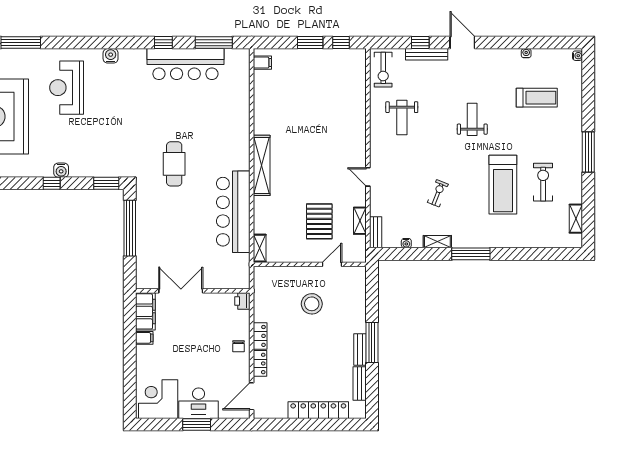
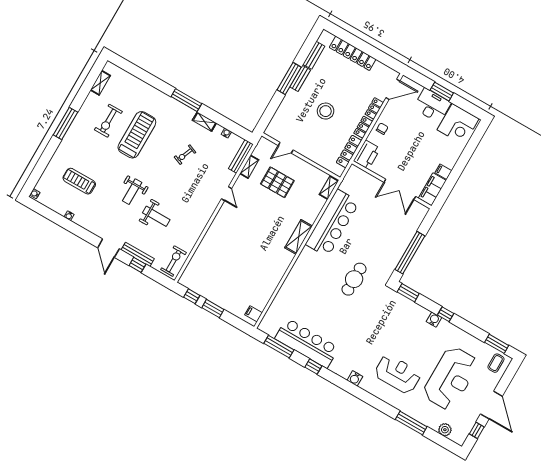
reception desk: (67, 88) -> (398, 374), turned -90
weight bench: (402, 118) -> (156, 216), moved, turned 90
shelving: (262, 165) -> (299, 237), width x0.68
pallet: (319, 221) -> (277, 182), turned 90
bench: (376, 232) -> (241, 156), width x1.36
locker: (260, 300) -> (349, 152), added
printer: (242, 301) -> (367, 155), width x1.87, depth x1.48
stool: (312, 304) -> (326, 111), moved

